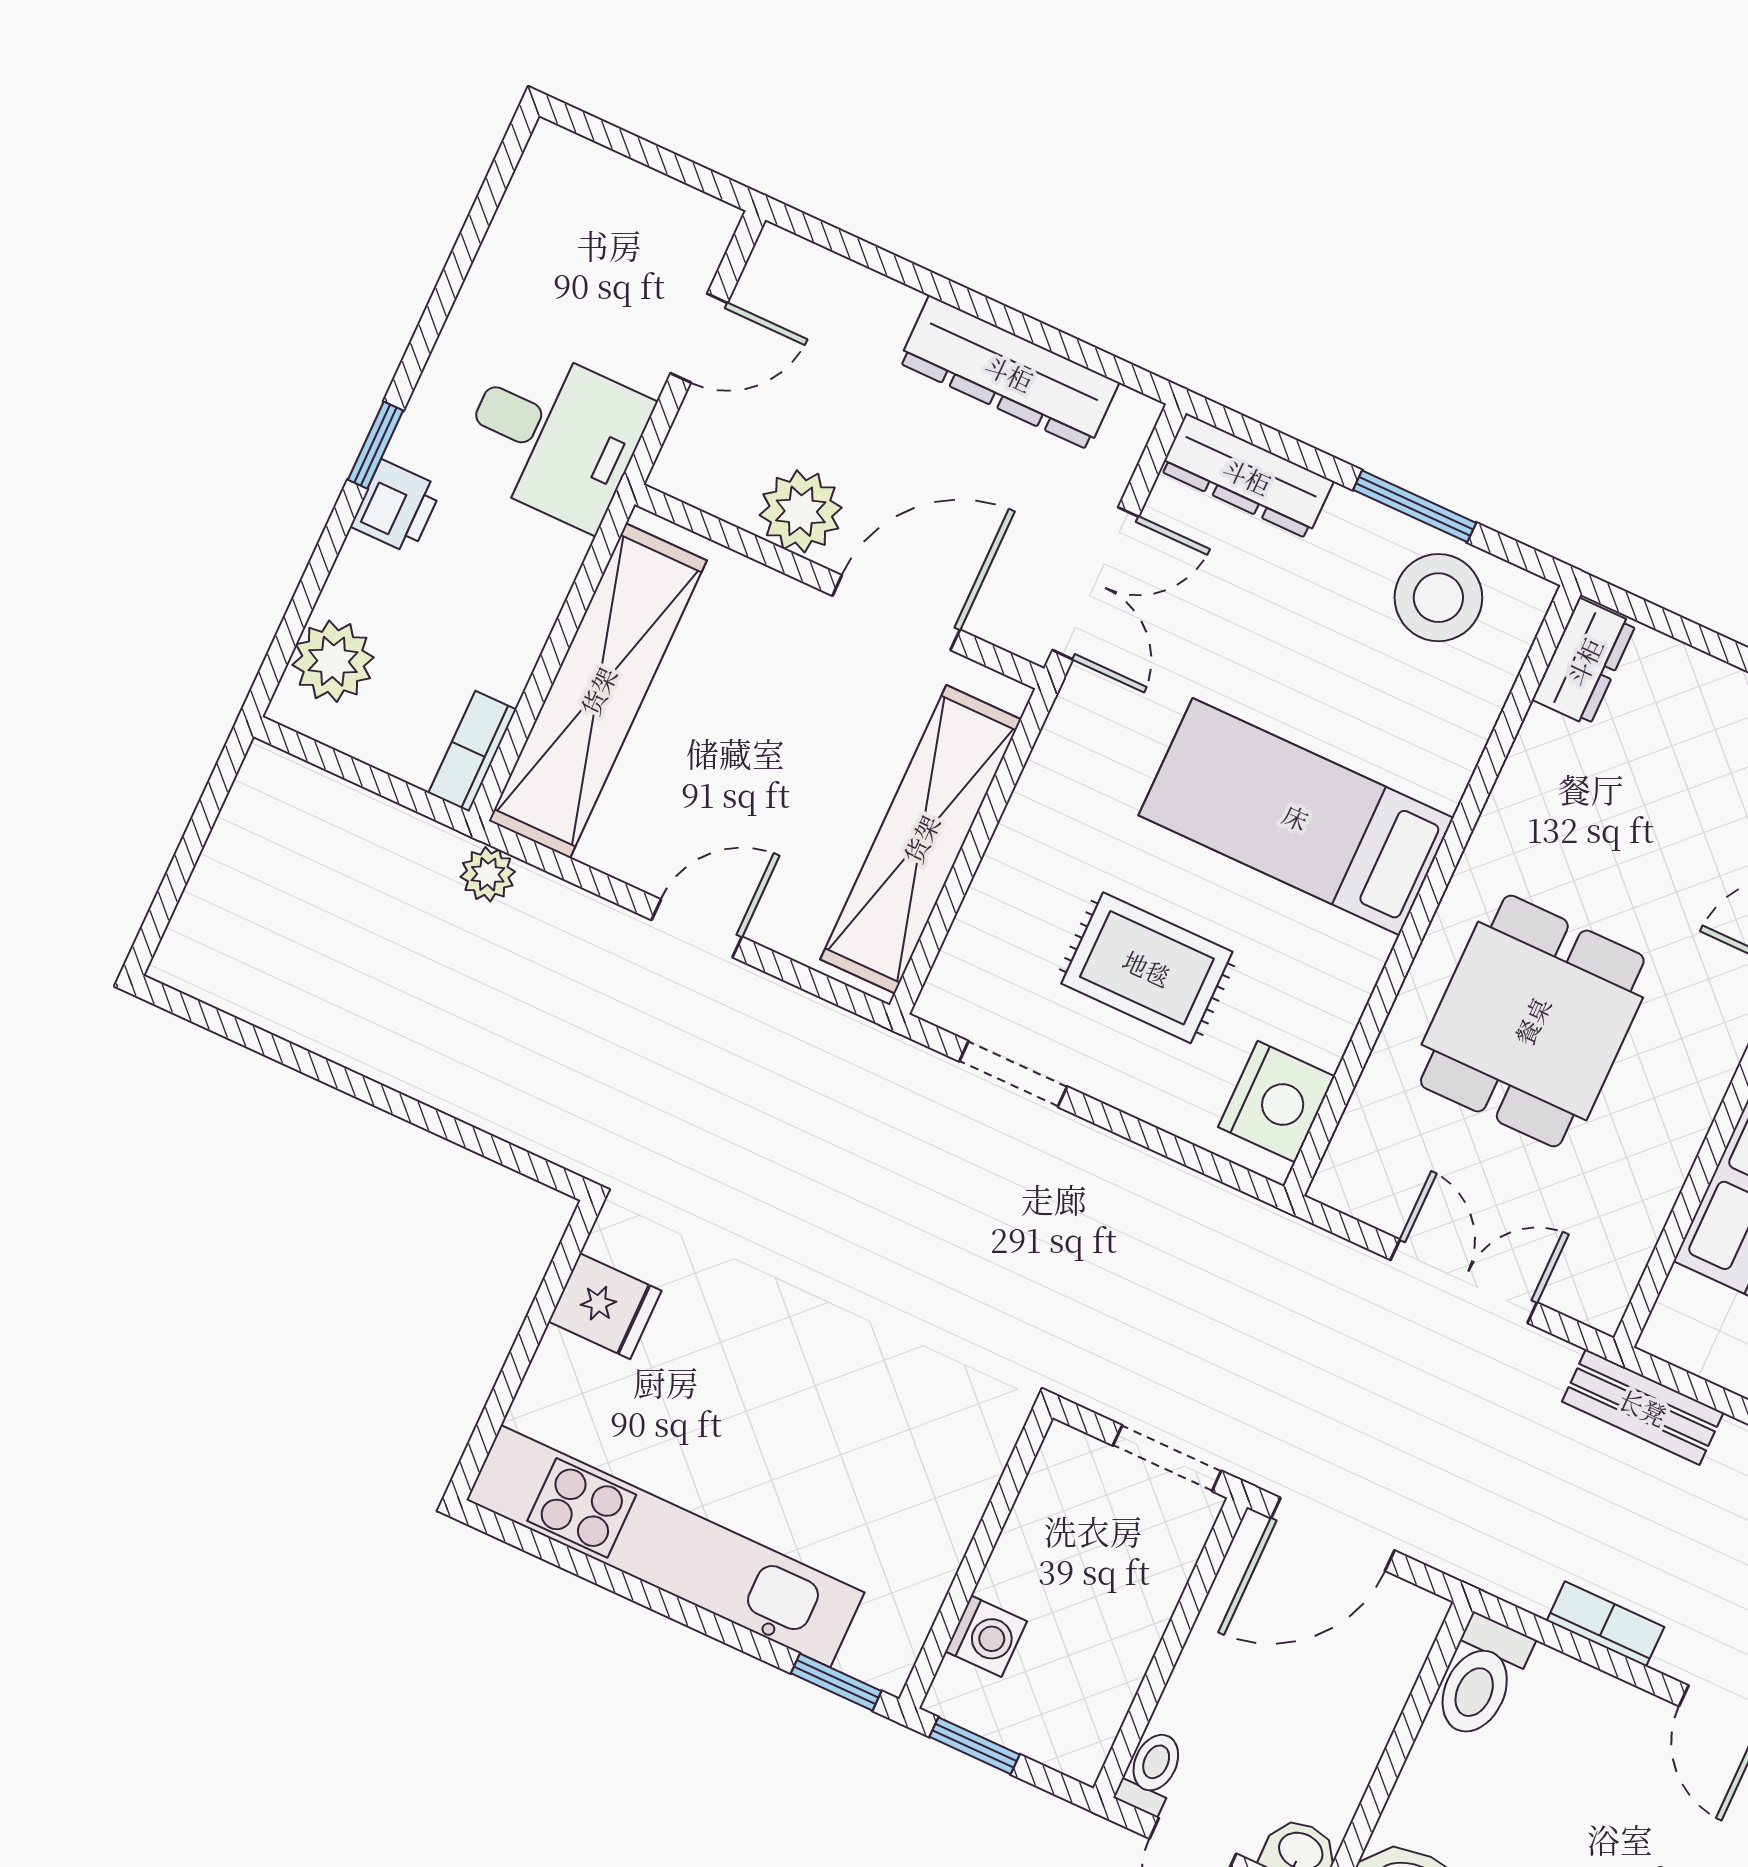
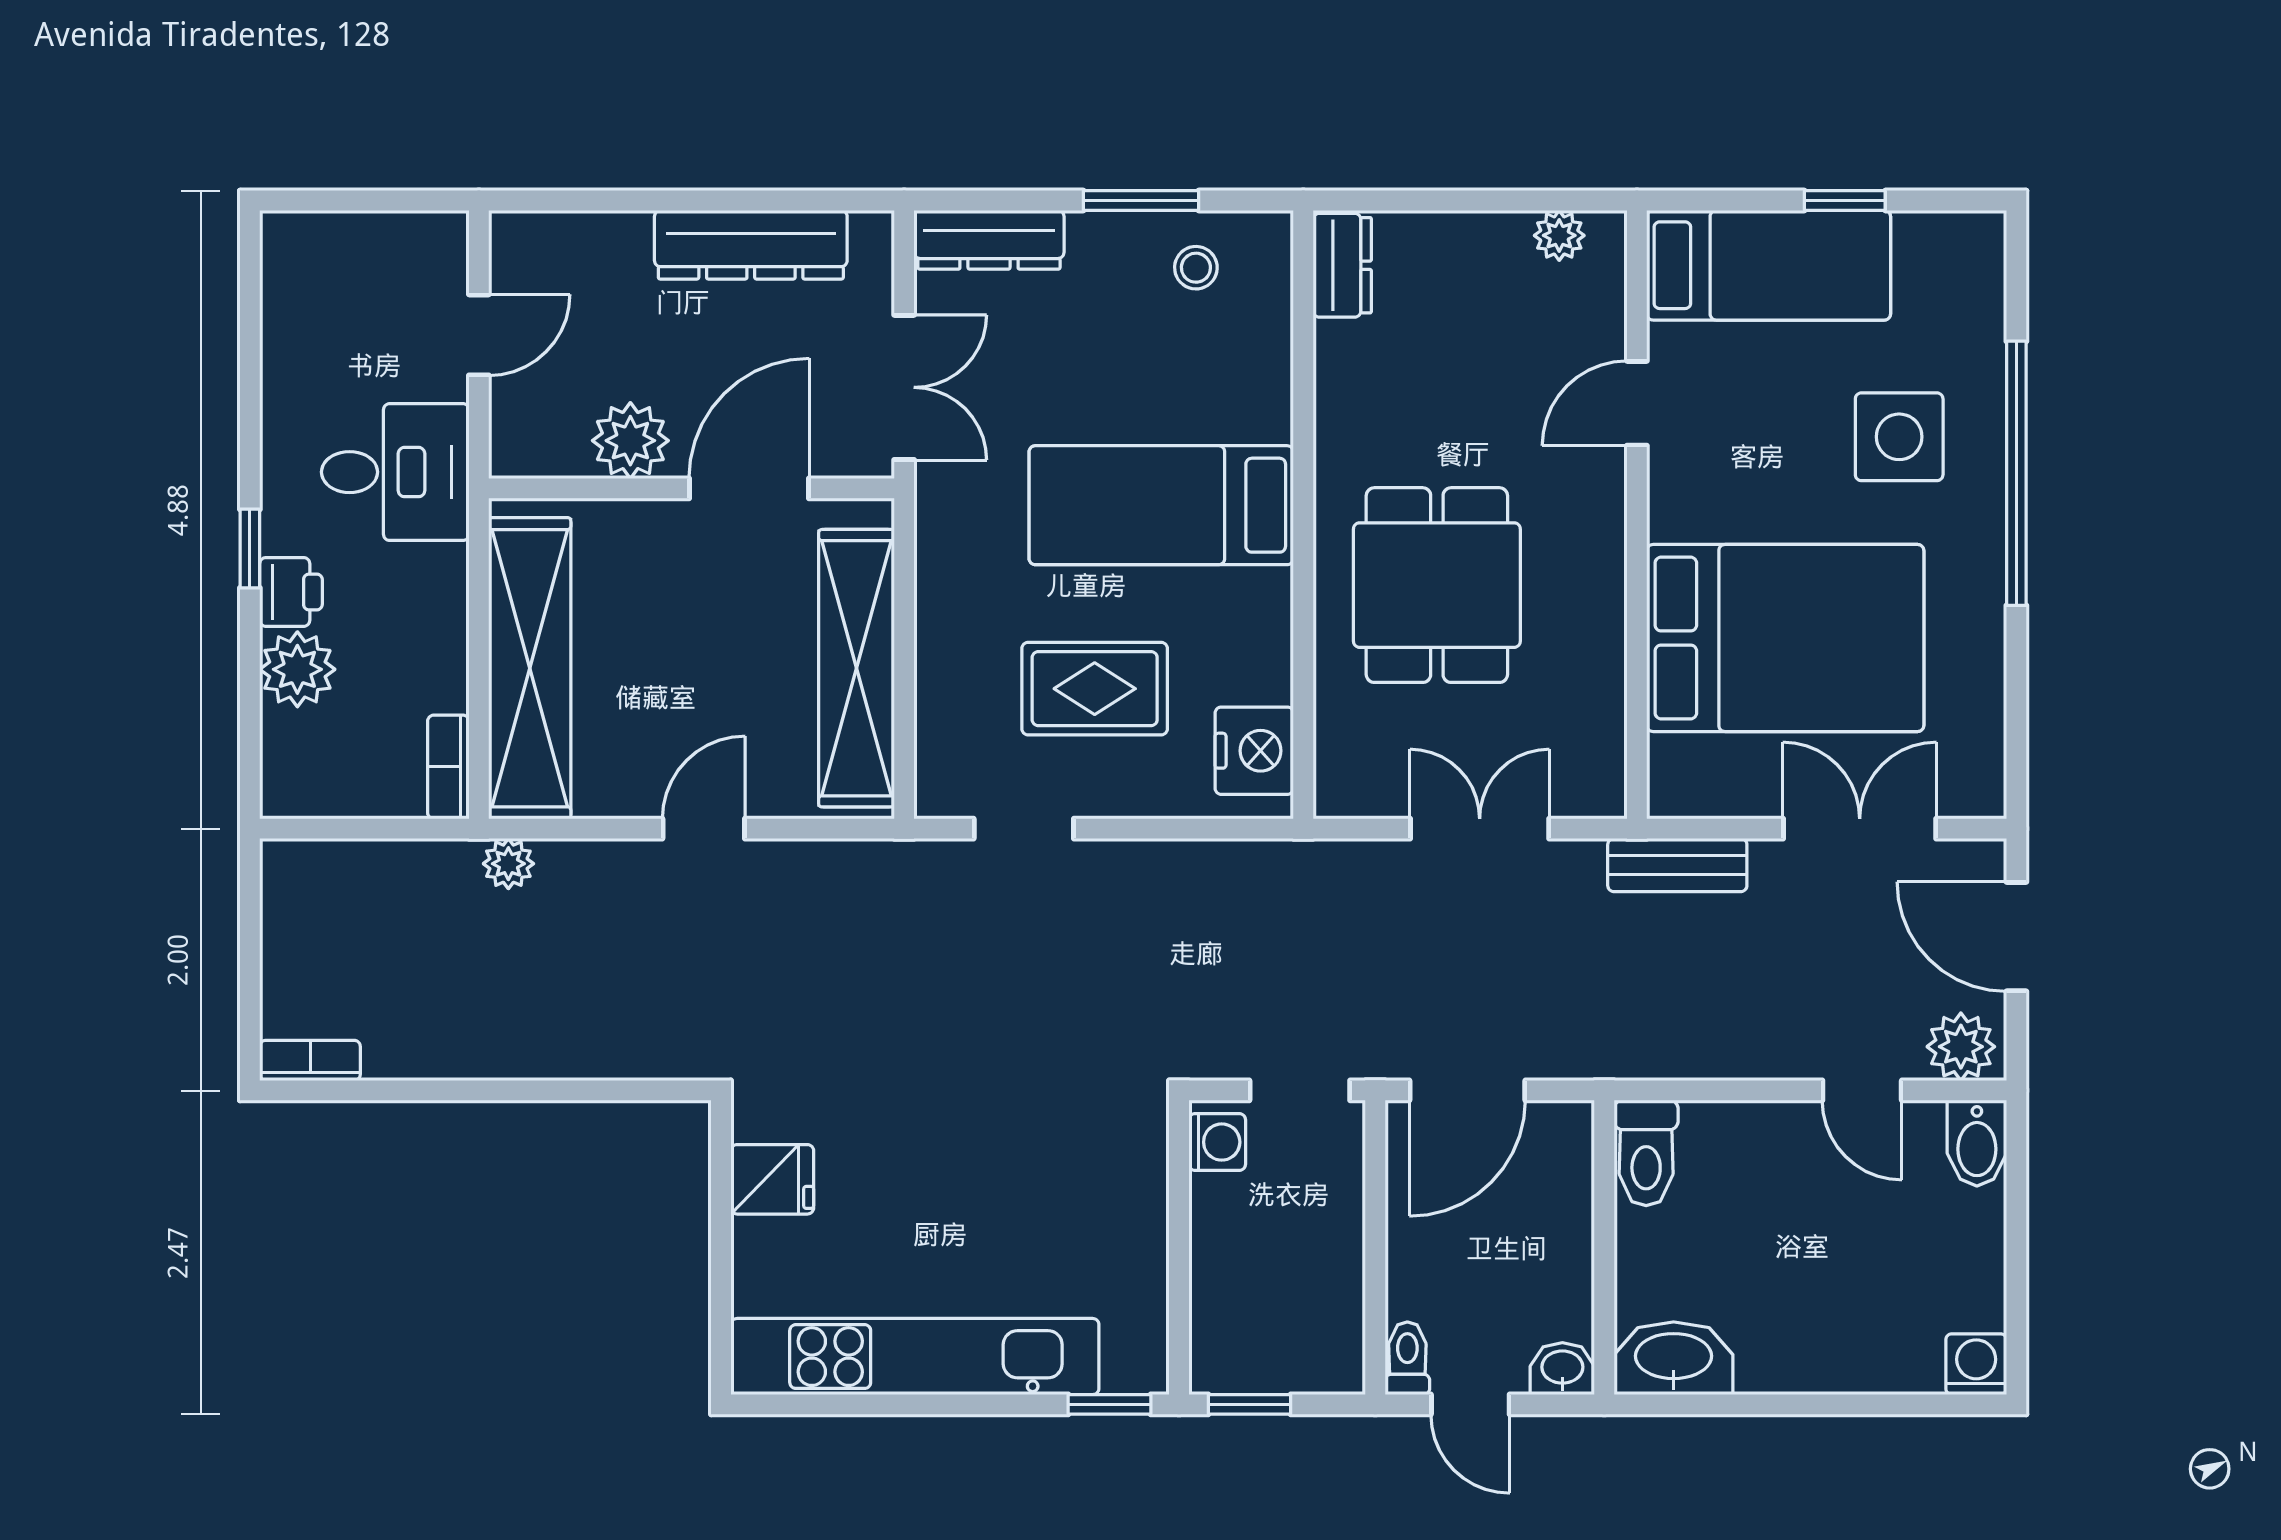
stool: (1438, 598) -> (1196, 268), width x0.53, depth x0.53
plant: (333, 661) -> (297, 669), moved
bookcase: (1605, 1624) -> (310, 1060), moved
washing machine: (986, 1636) -> (1217, 1142), moved

